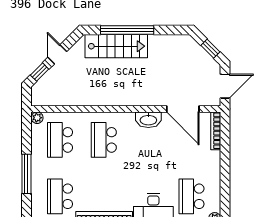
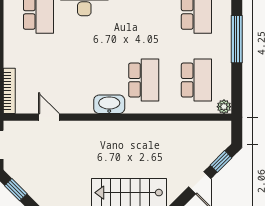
door: (183, 109) -> (49, 117), width x0.53
washbasin: (148, 120) -> (109, 104), moved

